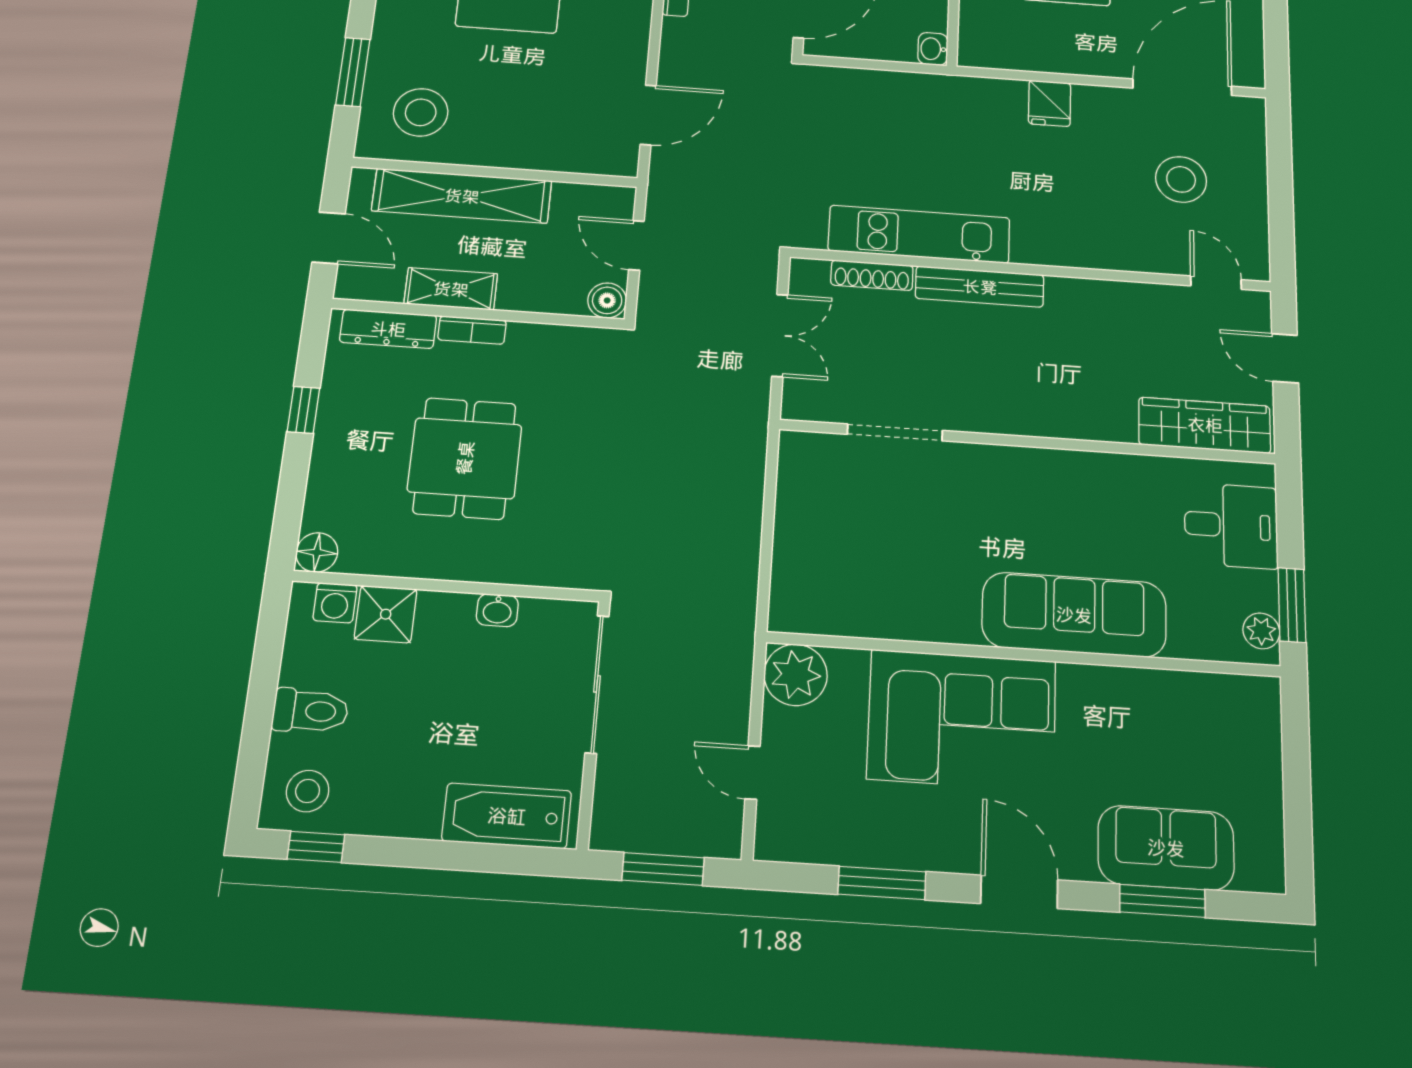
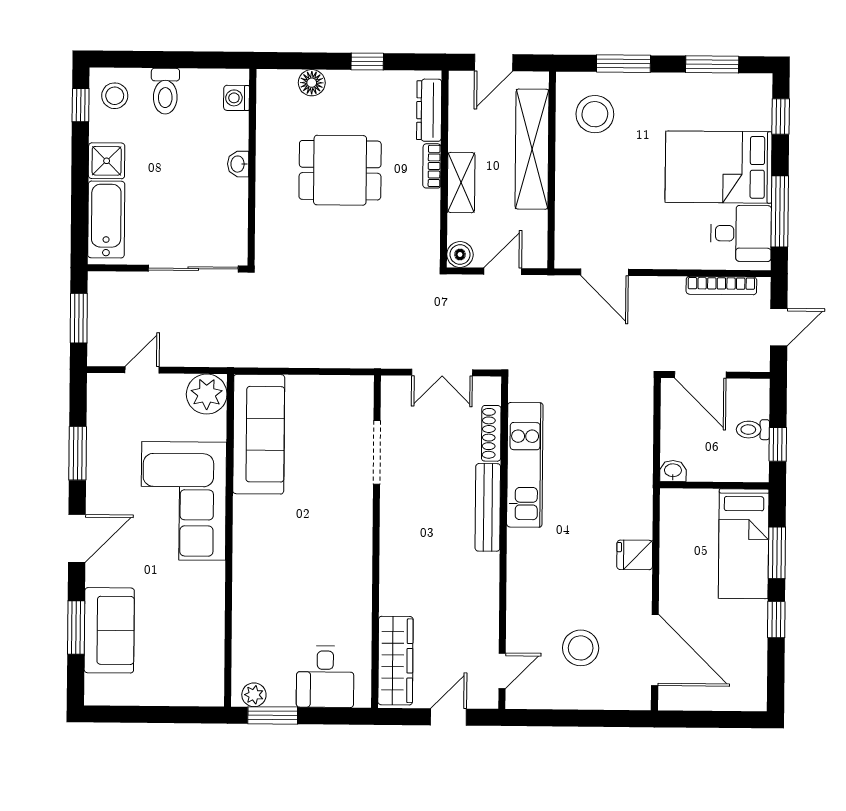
shelving: (451, 289) -> (461, 183), moved
floor lamp: (317, 552) -> (312, 83), moved
washbasin: (497, 610) -> (238, 164), moved
shower: (386, 614) -> (107, 161), moved
sofa: (1074, 615) -> (259, 434), moved

